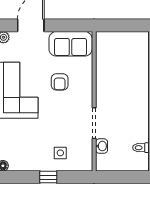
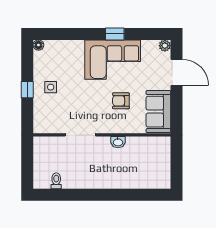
washbasin: (102, 146) -> (118, 142), moved
side table: (60, 153) -> (51, 87), moved

